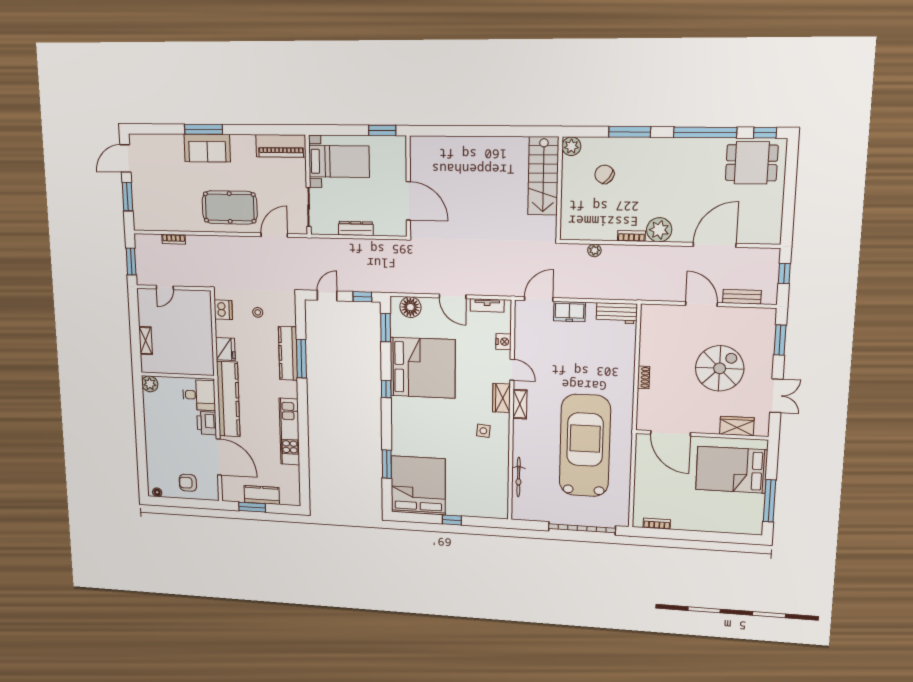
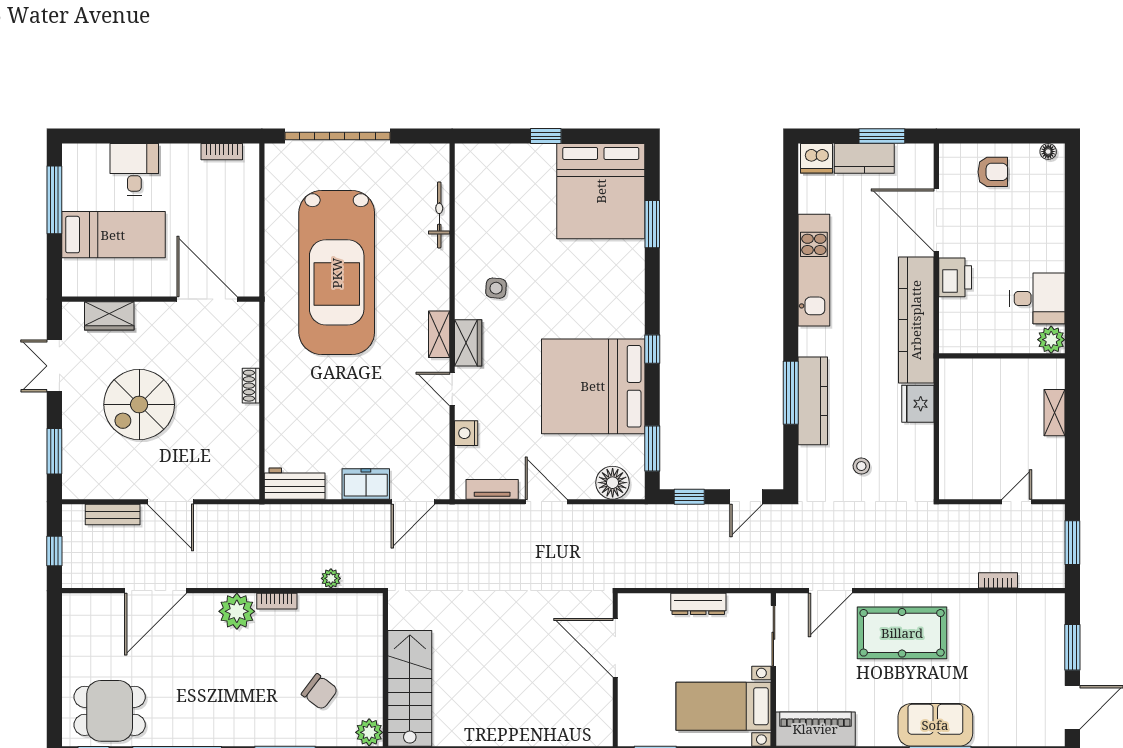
dishwasher: (223, 310) -> (817, 158), moved, turned -90
desk: (199, 395) -> (1037, 298), moved, turned 180
bed: (731, 470) -> (113, 235), width x0.67
desk: (715, 516) -> (134, 169), added

